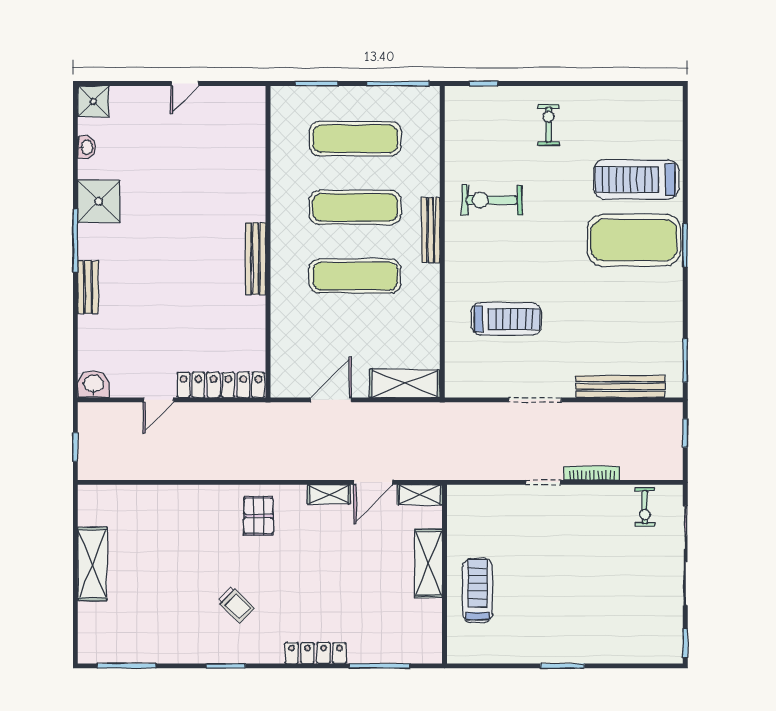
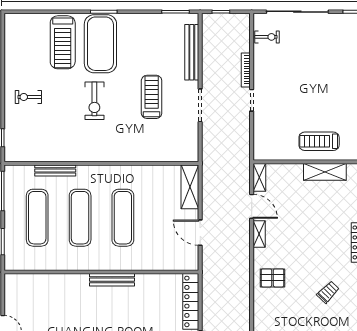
exercise bike: (492, 200) -> (94, 101), moved
bench: (431, 230) -> (55, 170), moved
treadmill: (506, 319) -> (152, 97), moved
shelving: (429, 563) -> (325, 172), moved

